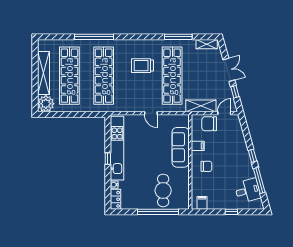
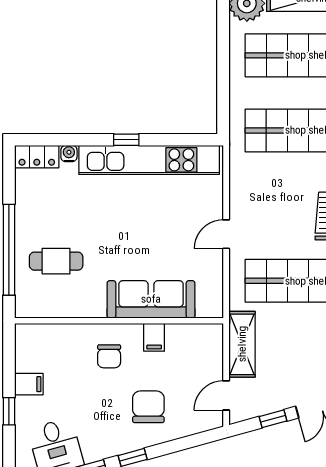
door: (224, 113) -> (226, 395), swing flipped
chair: (209, 124) -> (148, 407), moved
cafe table: (163, 190) -> (56, 261), width x0.73, depth x0.74
filing cabinet: (202, 203) -> (29, 384), moved

